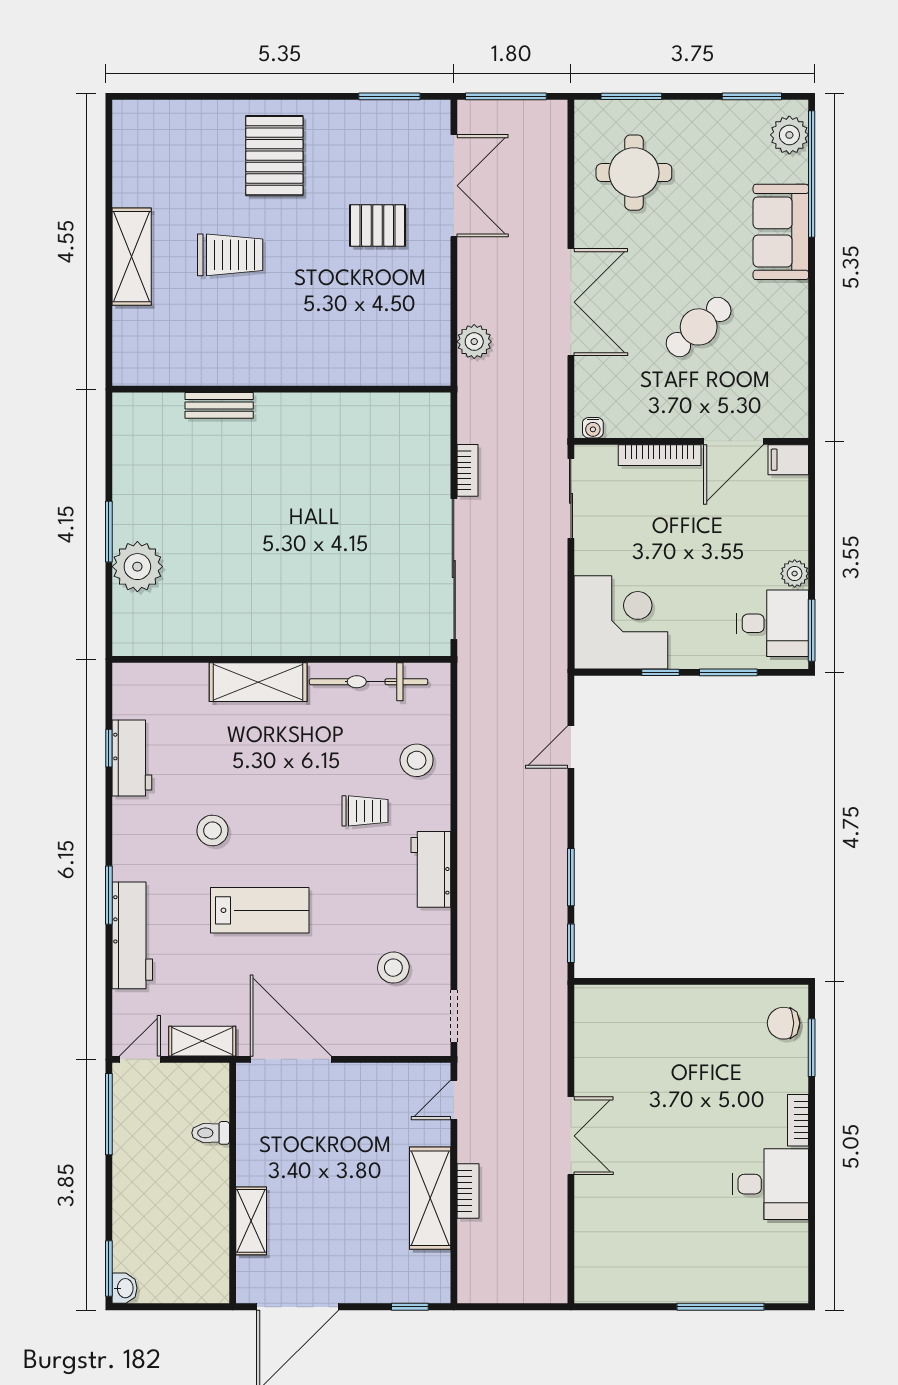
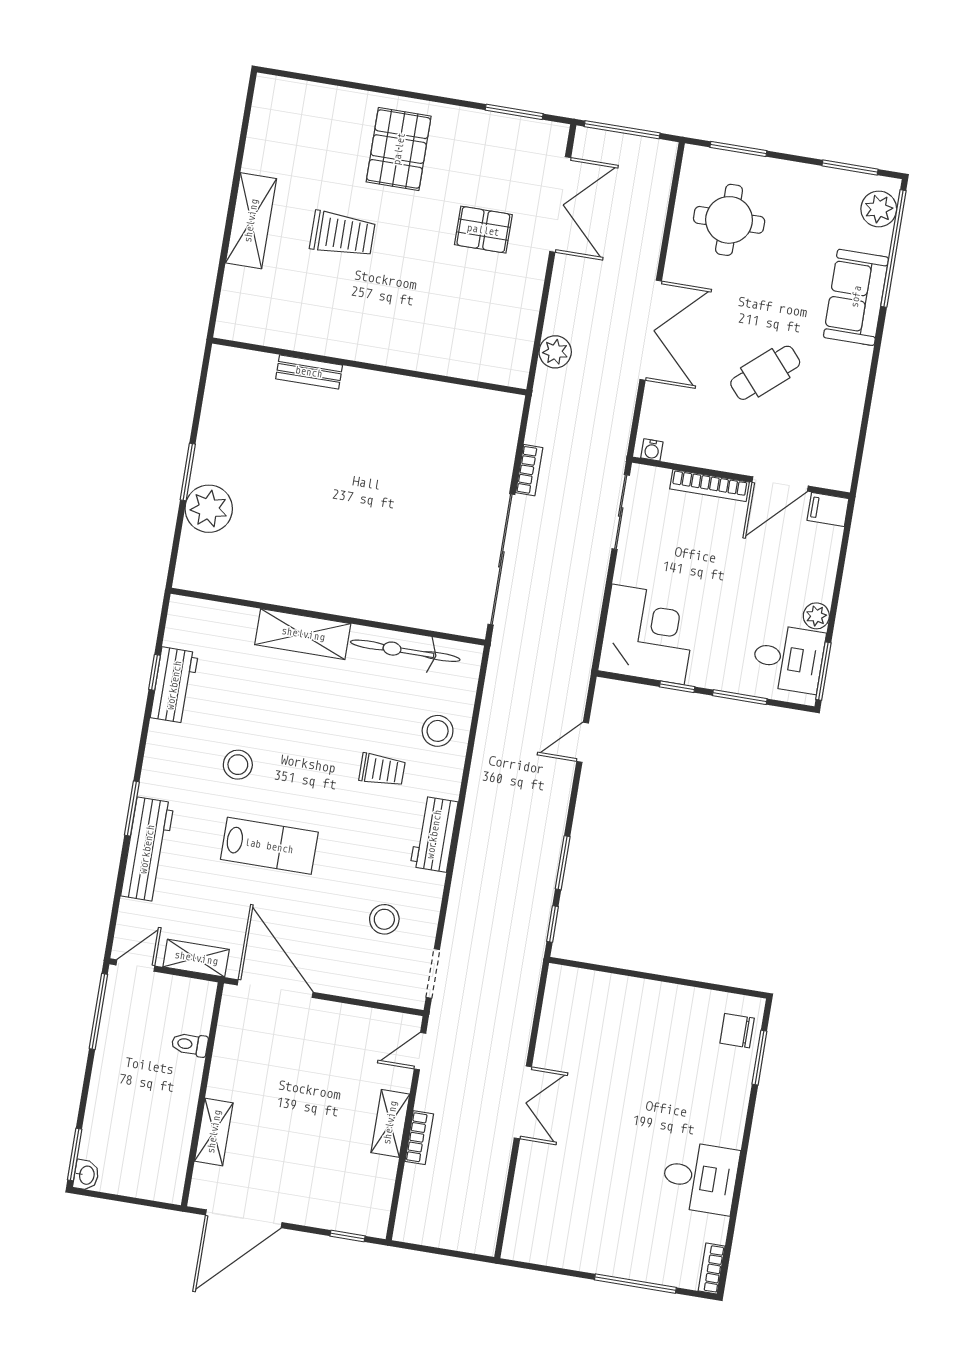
bookcase: (798, 1120) -> (712, 1269), moved
shelving: (430, 1198) -> (390, 1123), width x0.67, depth x0.75

